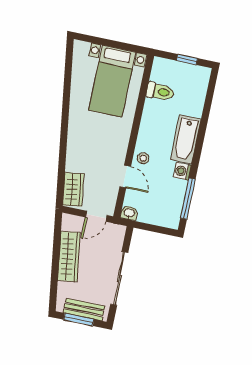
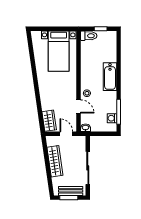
toilet: (160, 92) -> (89, 36), moved
washing machine: (182, 171) -> (112, 118), moved
door: (96, 216) -> (66, 134), swing flipped

